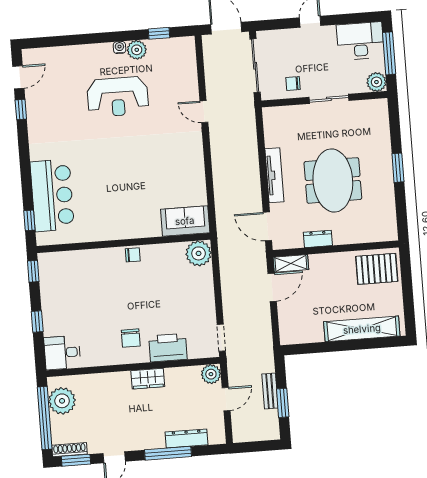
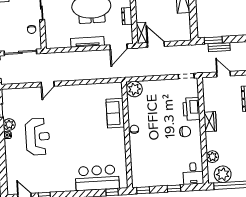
sofa: (185, 221) -> (115, 113), moved
plant: (211, 374) -> (212, 157), moved
window: (283, 403) -> (213, 40), moved

